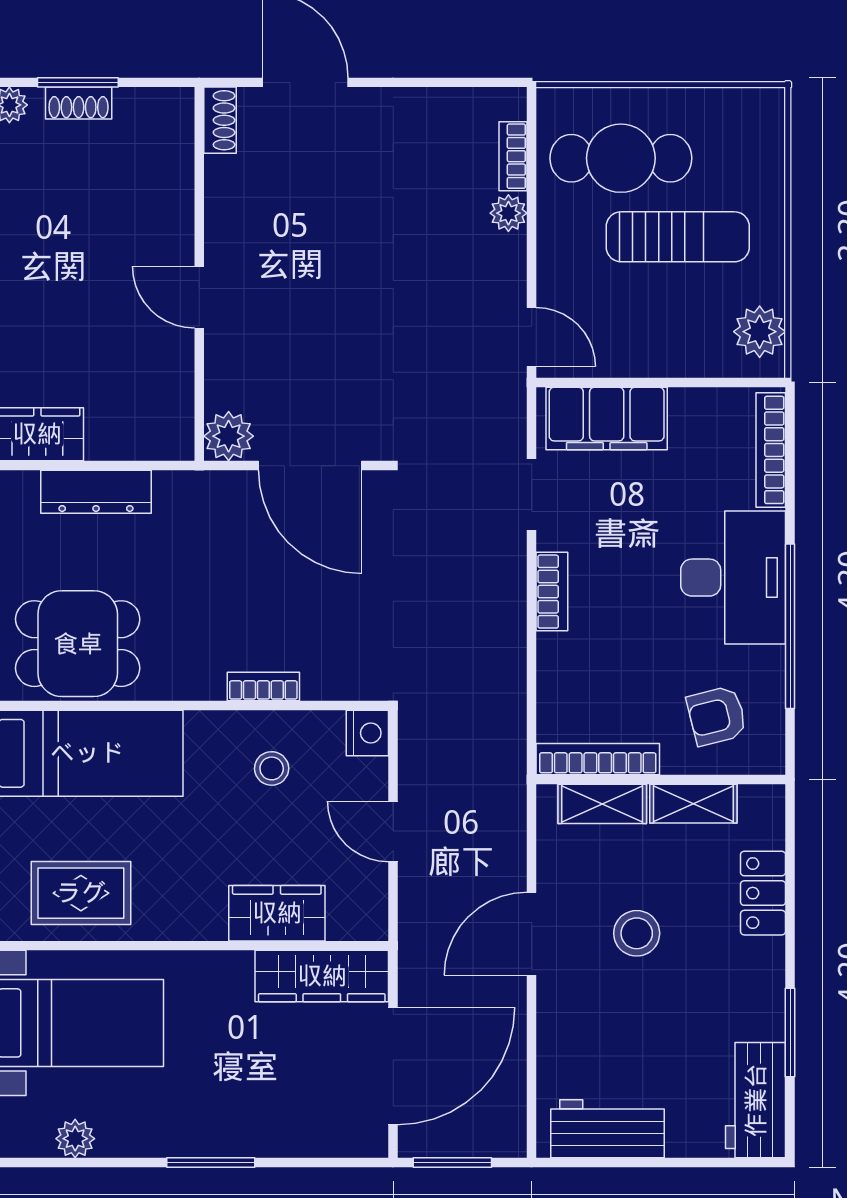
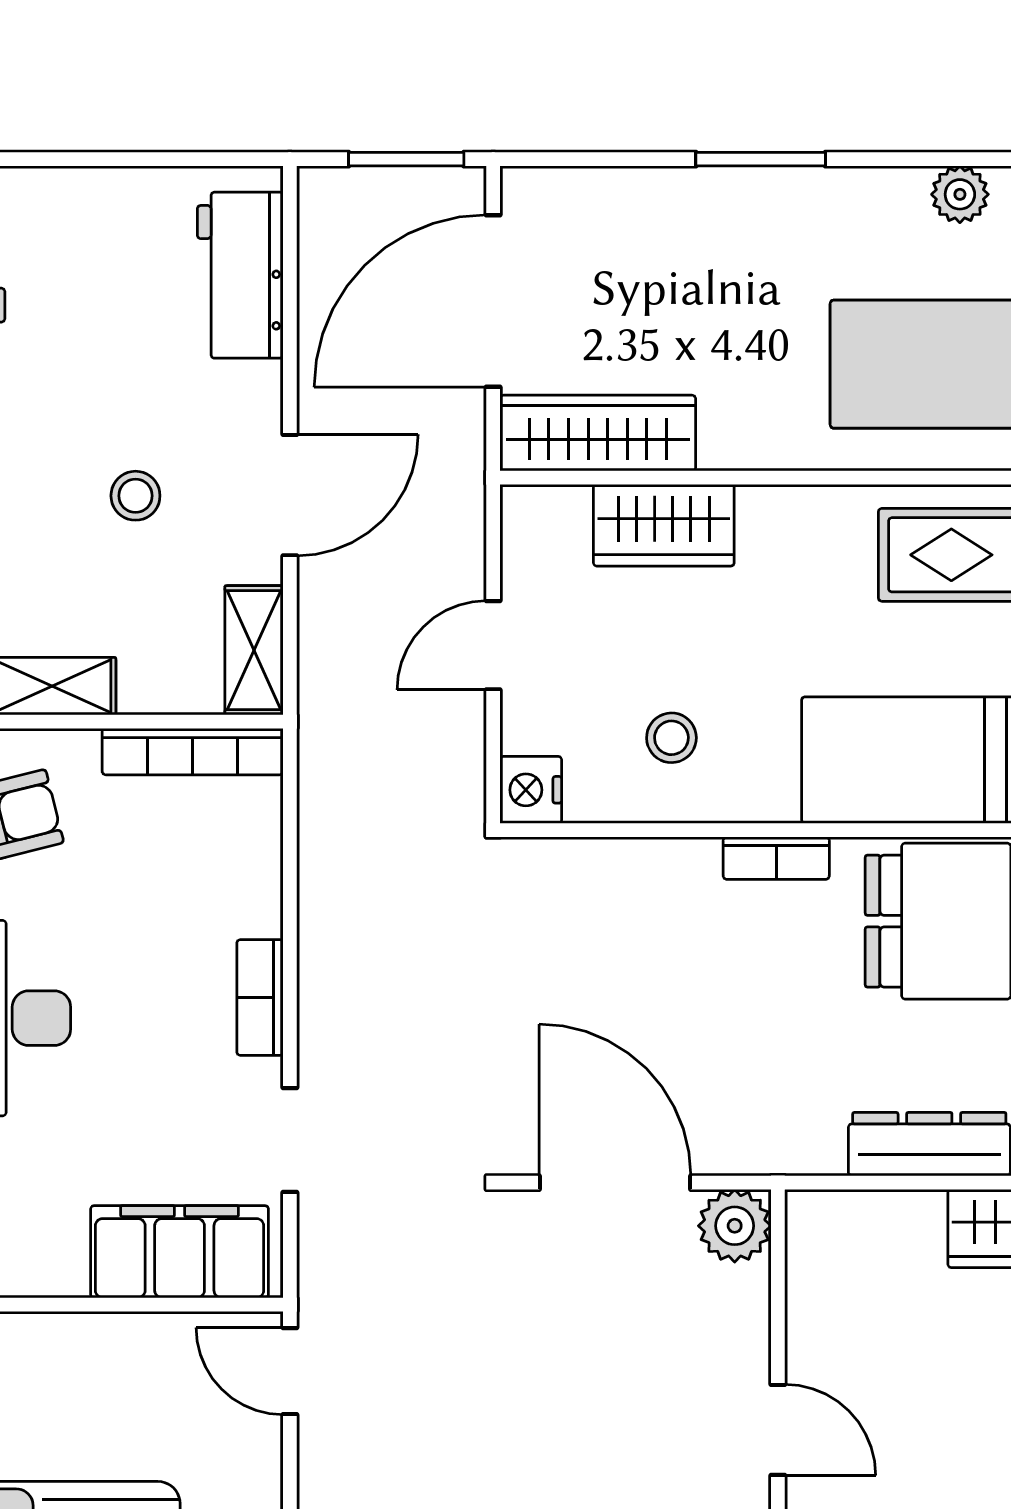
bookcase: (263, 687) -> (776, 858), moved
shelving: (602, 804) -> (254, 650), moved, turned 90
door: (393, 831) -> (493, 645), swing flipped
stool: (637, 933) -> (135, 496), width x0.73, depth x0.73
workbench: (607, 1129) -> (240, 275), moved, turned 90

